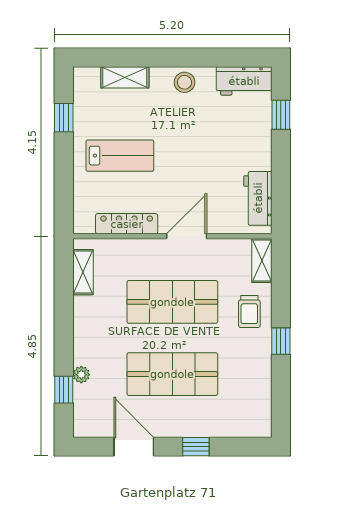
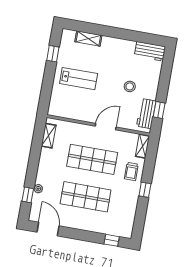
stool: (184, 82) -> (130, 86), moved
window: (281, 115) -> (159, 110), moved
locker: (127, 224) -> (76, 115), removed
door: (134, 447) -> (48, 229), moved
window: (196, 447) -> (112, 240), moved

